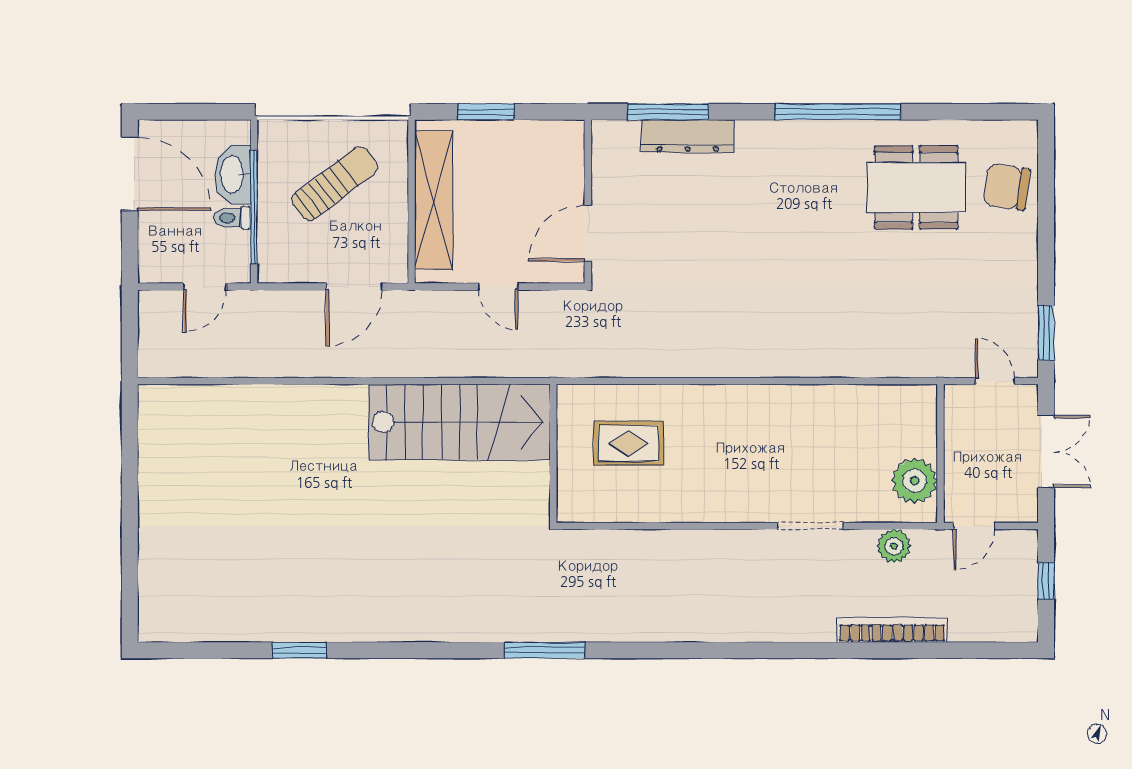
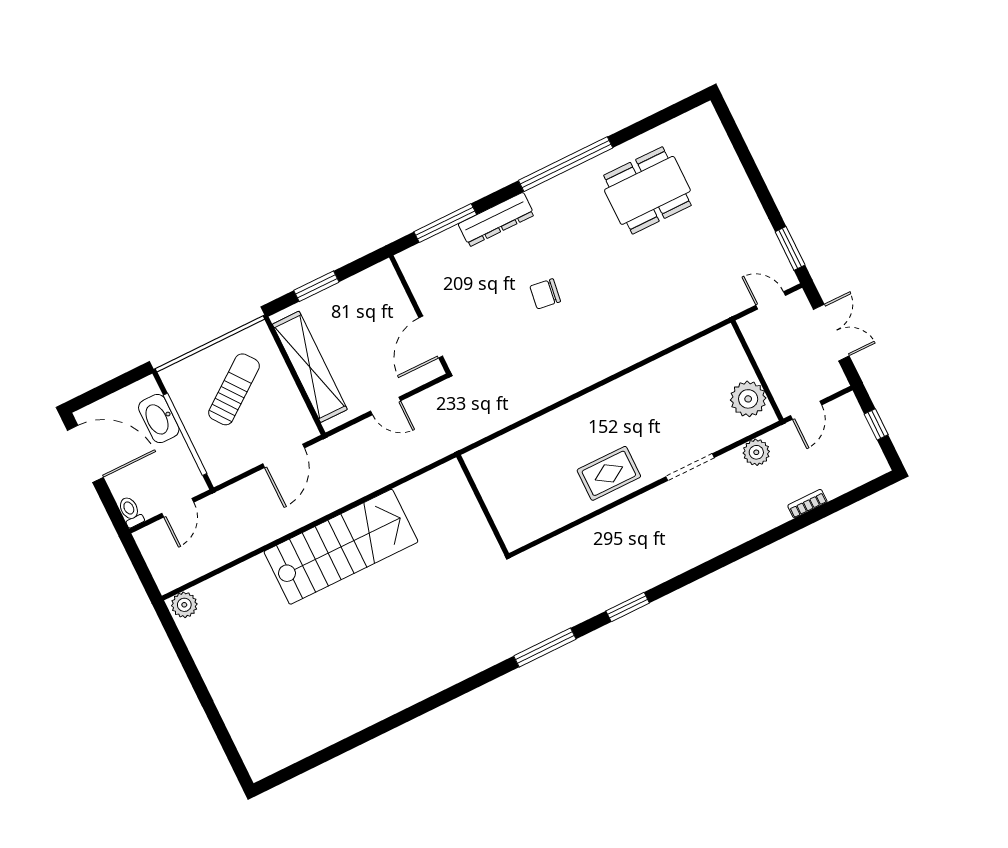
dresser: (688, 136) -> (496, 220), moved
chair: (1007, 187) -> (545, 294), moved, width x0.73, depth x0.73
toilet: (232, 218) -> (131, 512), moved, turned 90
plant: (158, 401) -> (184, 605), added
stairs: (459, 422) -> (341, 547), moved
rug: (629, 443) -> (609, 473), moved
bookcase: (892, 630) -> (807, 504), width x0.43, depth x0.76
window: (299, 650) -> (628, 607), moved

